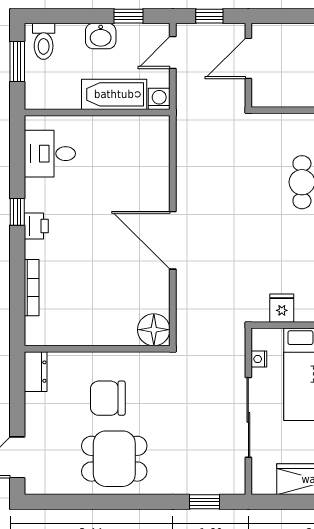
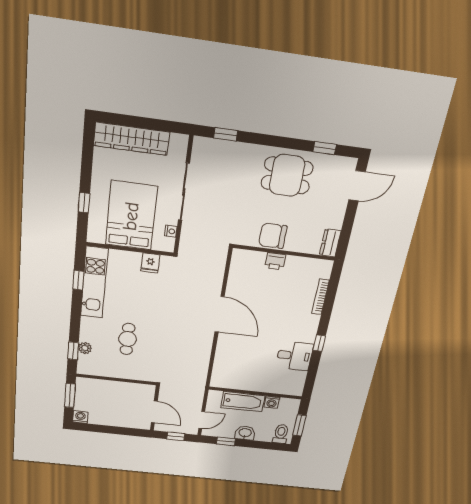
door: (248, 58) -> (154, 412), hinge flipped
washing machine: (159, 99) -> (272, 402), moved
desk: (50, 154) -> (295, 356), moved
printer: (36, 226) -> (275, 261), moved, turned -90
floor lamp: (154, 330) -> (242, 260), removed
chair: (108, 398) -> (273, 236), moved, turned 180
window: (72, 502) -> (325, 148), added

